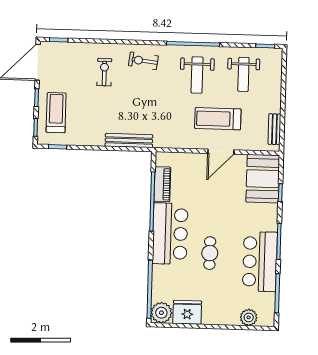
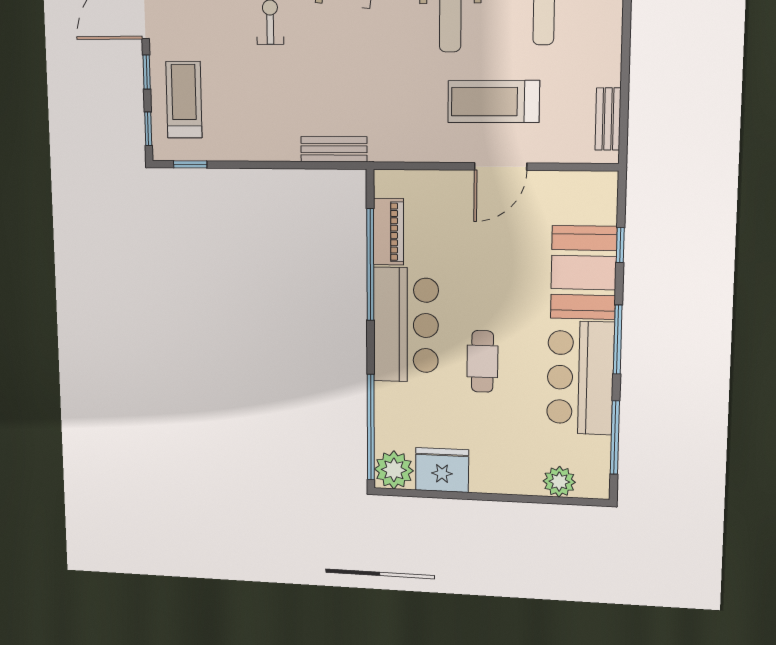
bench: (129, 141) -> (334, 149), width x0.73
booth: (263, 179) -> (584, 273), moved

